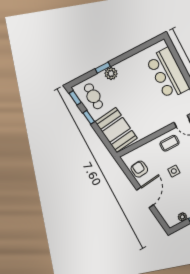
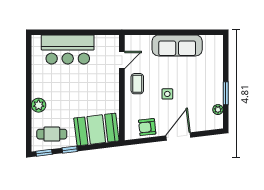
window: (103, 68) -> (29, 110), removed
door: (145, 197) -> (178, 136), hinge flipped

